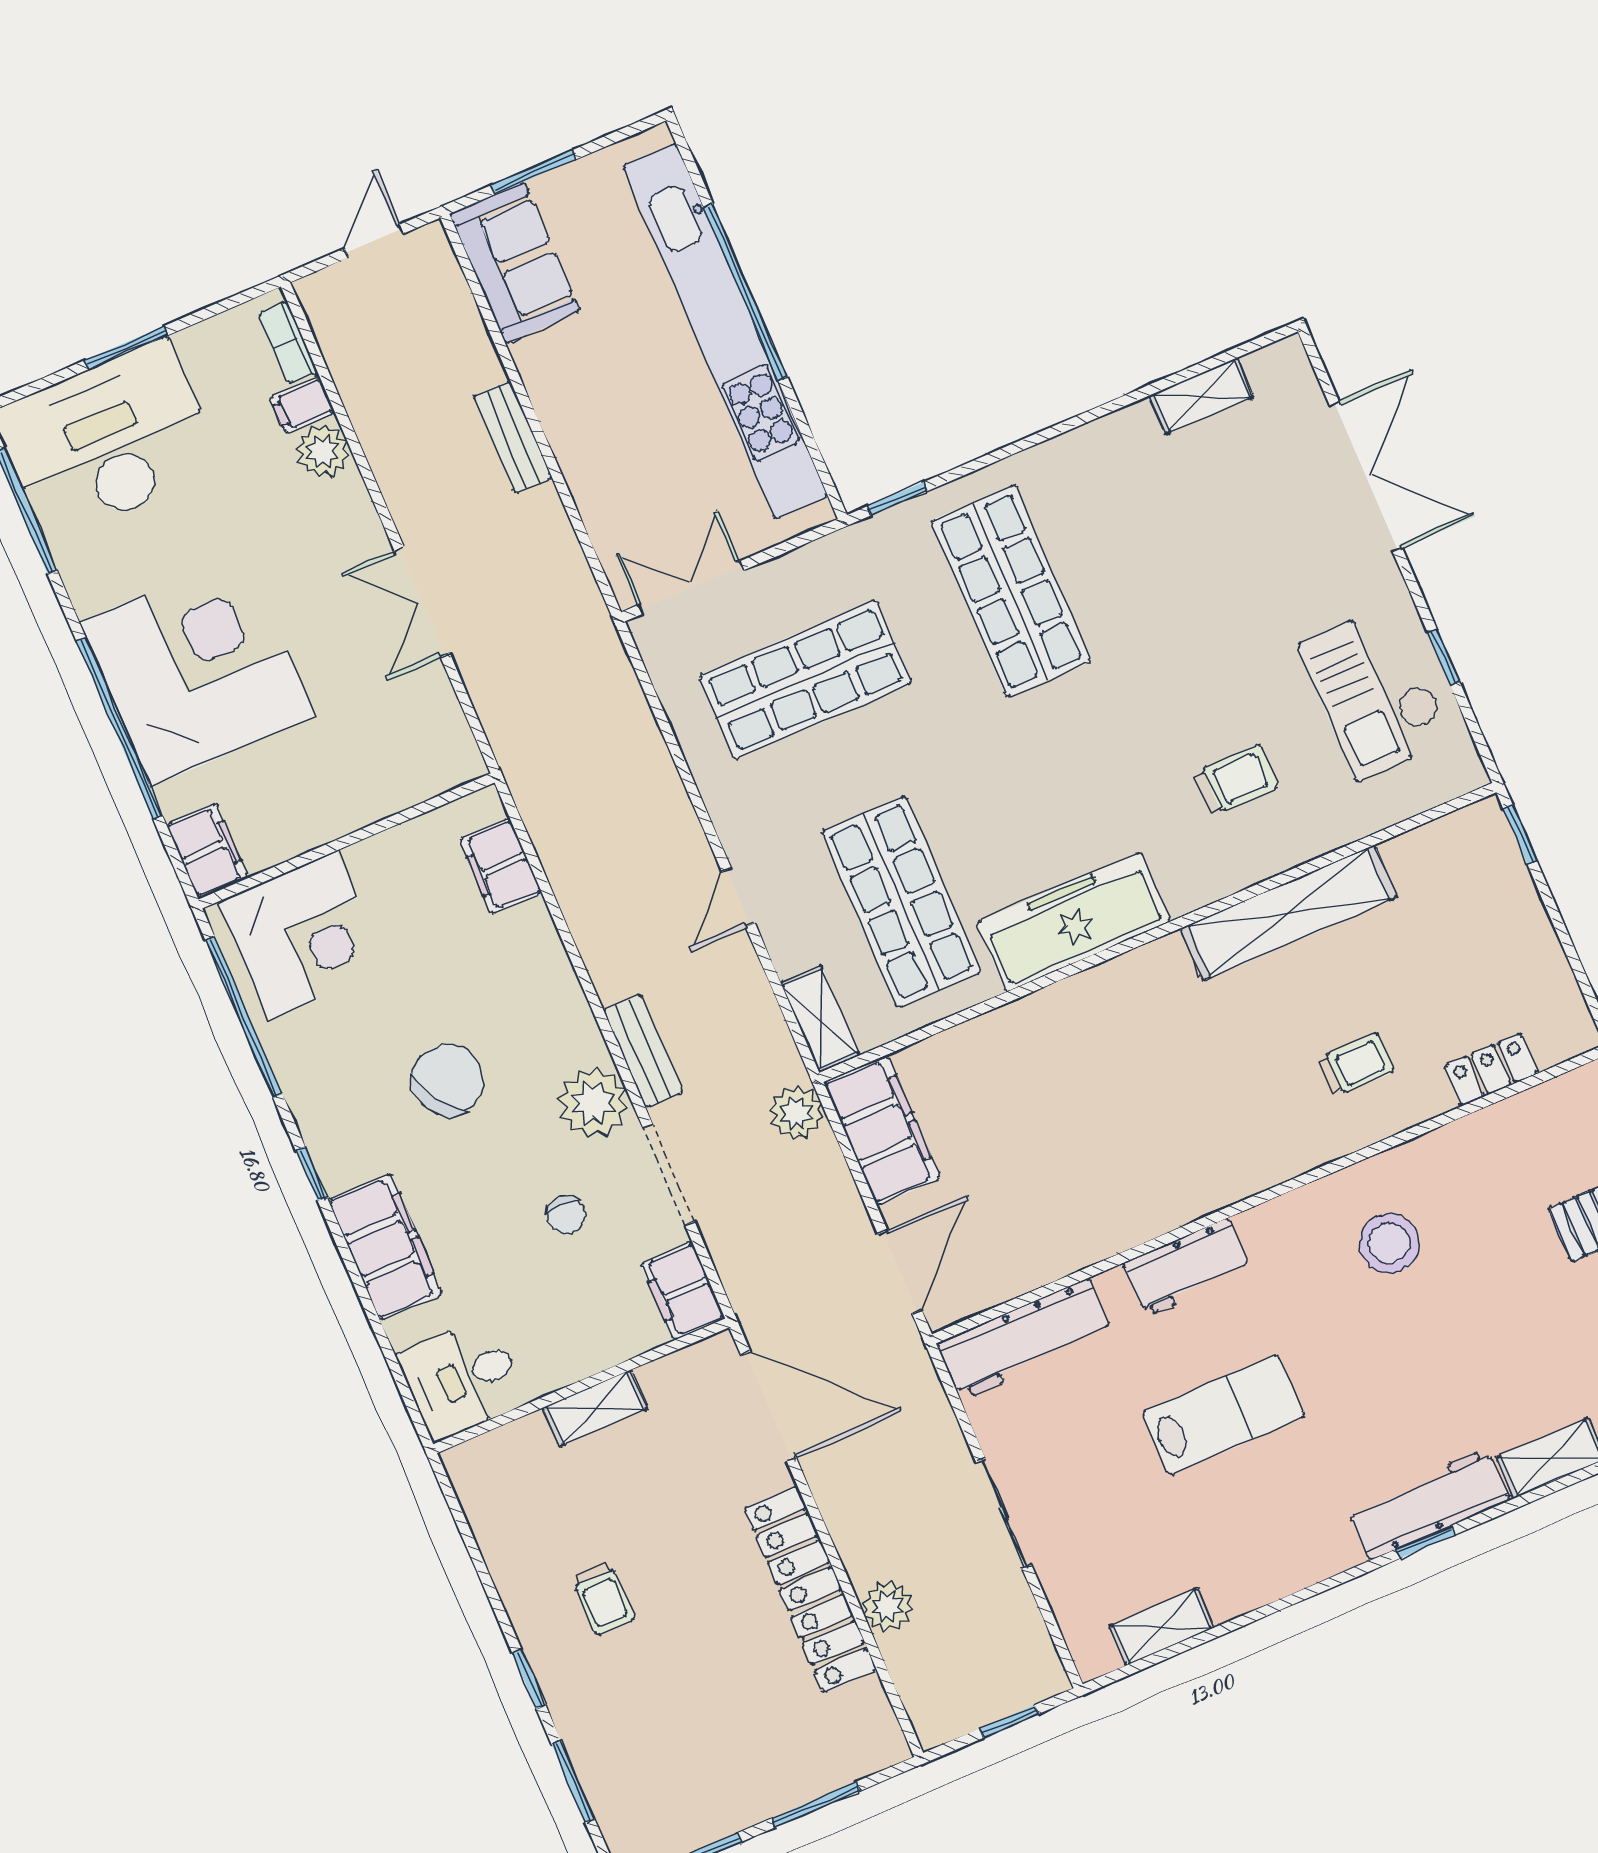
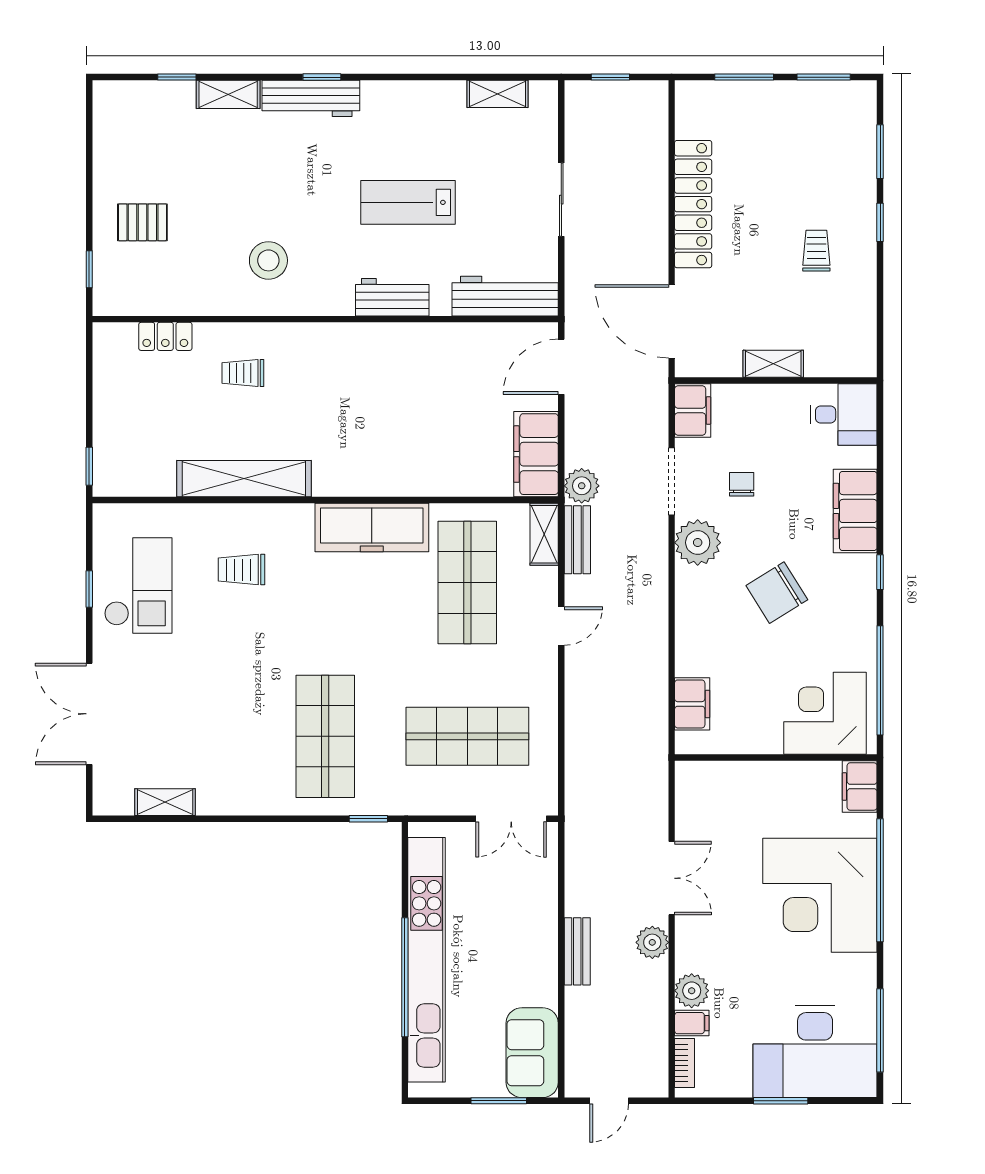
bench: (643, 1051) -> (577, 540), moved
plant: (888, 1607) -> (652, 942), moved

